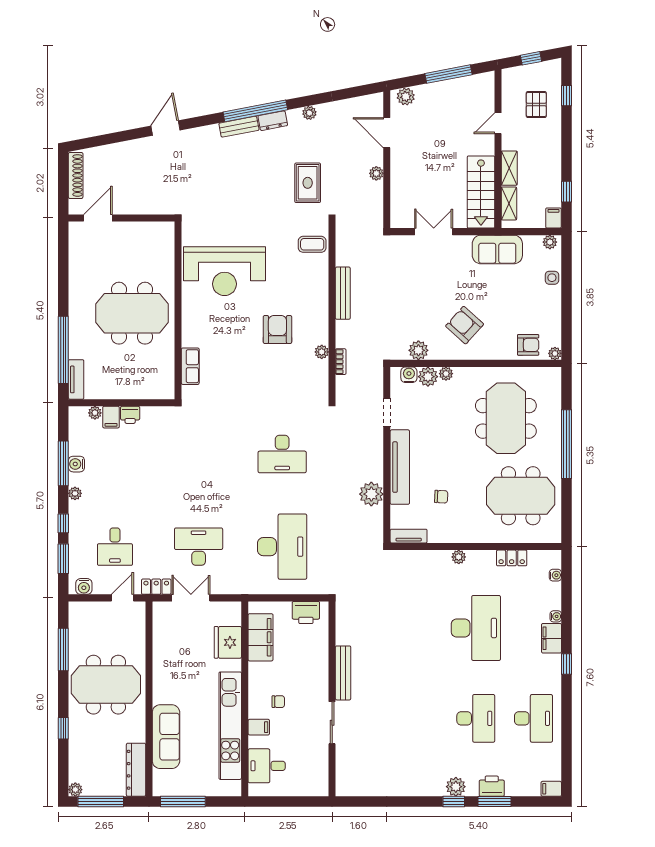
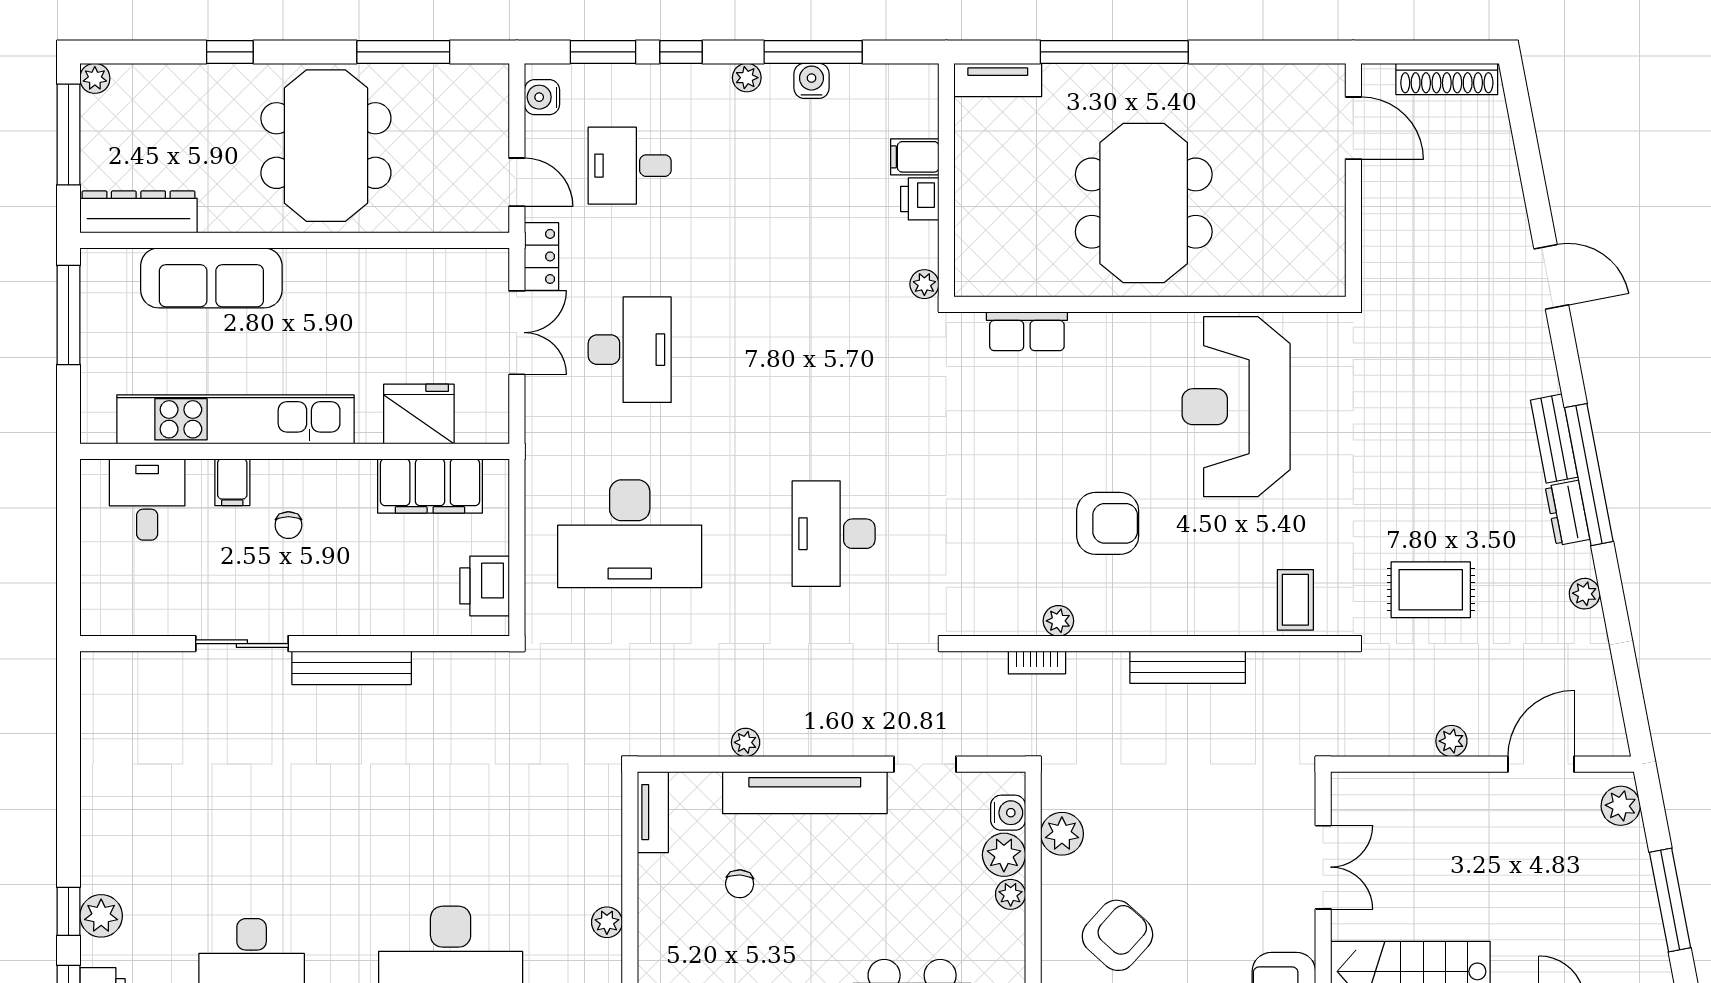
window: (63, 350) -> (1114, 52), moved
plant: (95, 413) -> (924, 284), moved
plant: (371, 494) -> (746, 742), width x0.53, depth x0.53

